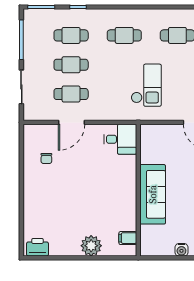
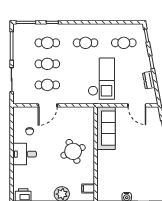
checkout: (146, 85) -> (101, 79), width x1.36, depth x1.21
desk: (120, 139) -> (25, 154), moved, turned 180
round table: (107, 186) -> (73, 151), added
sofa: (153, 194) -> (106, 128), moved

